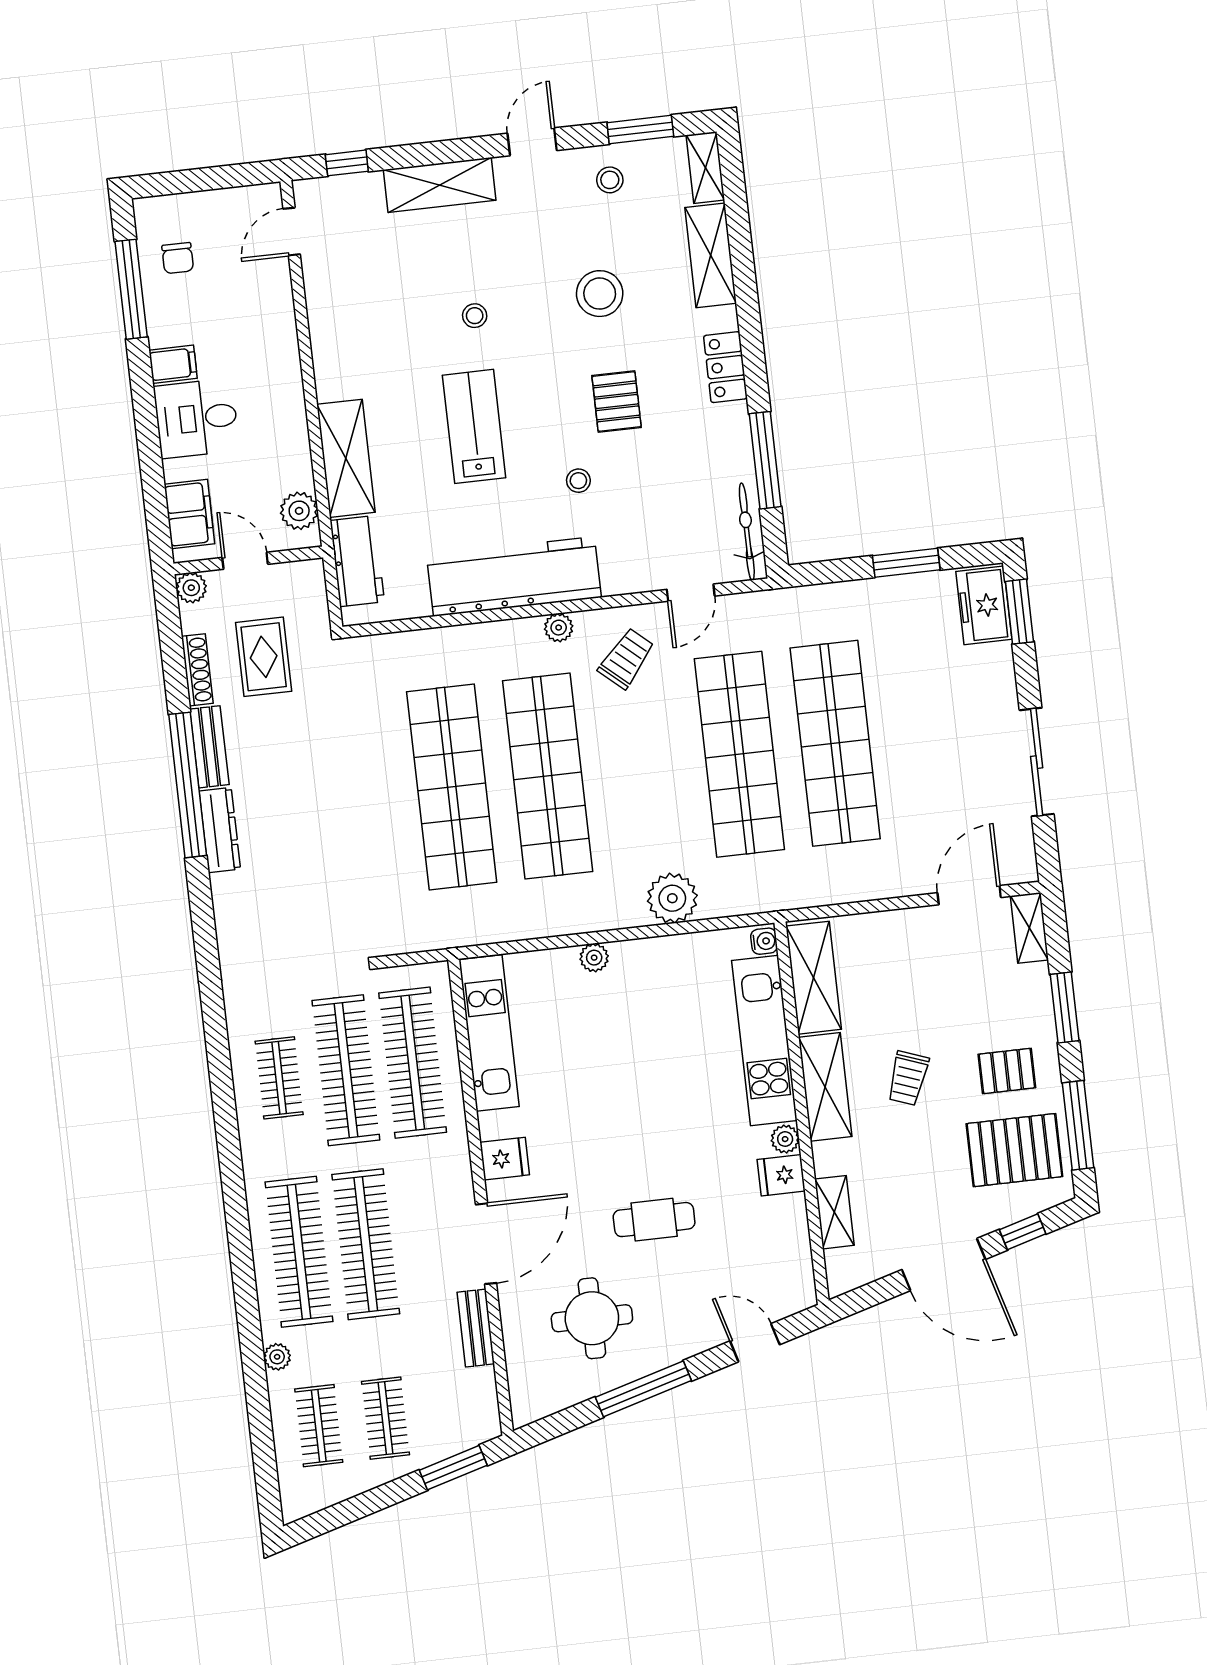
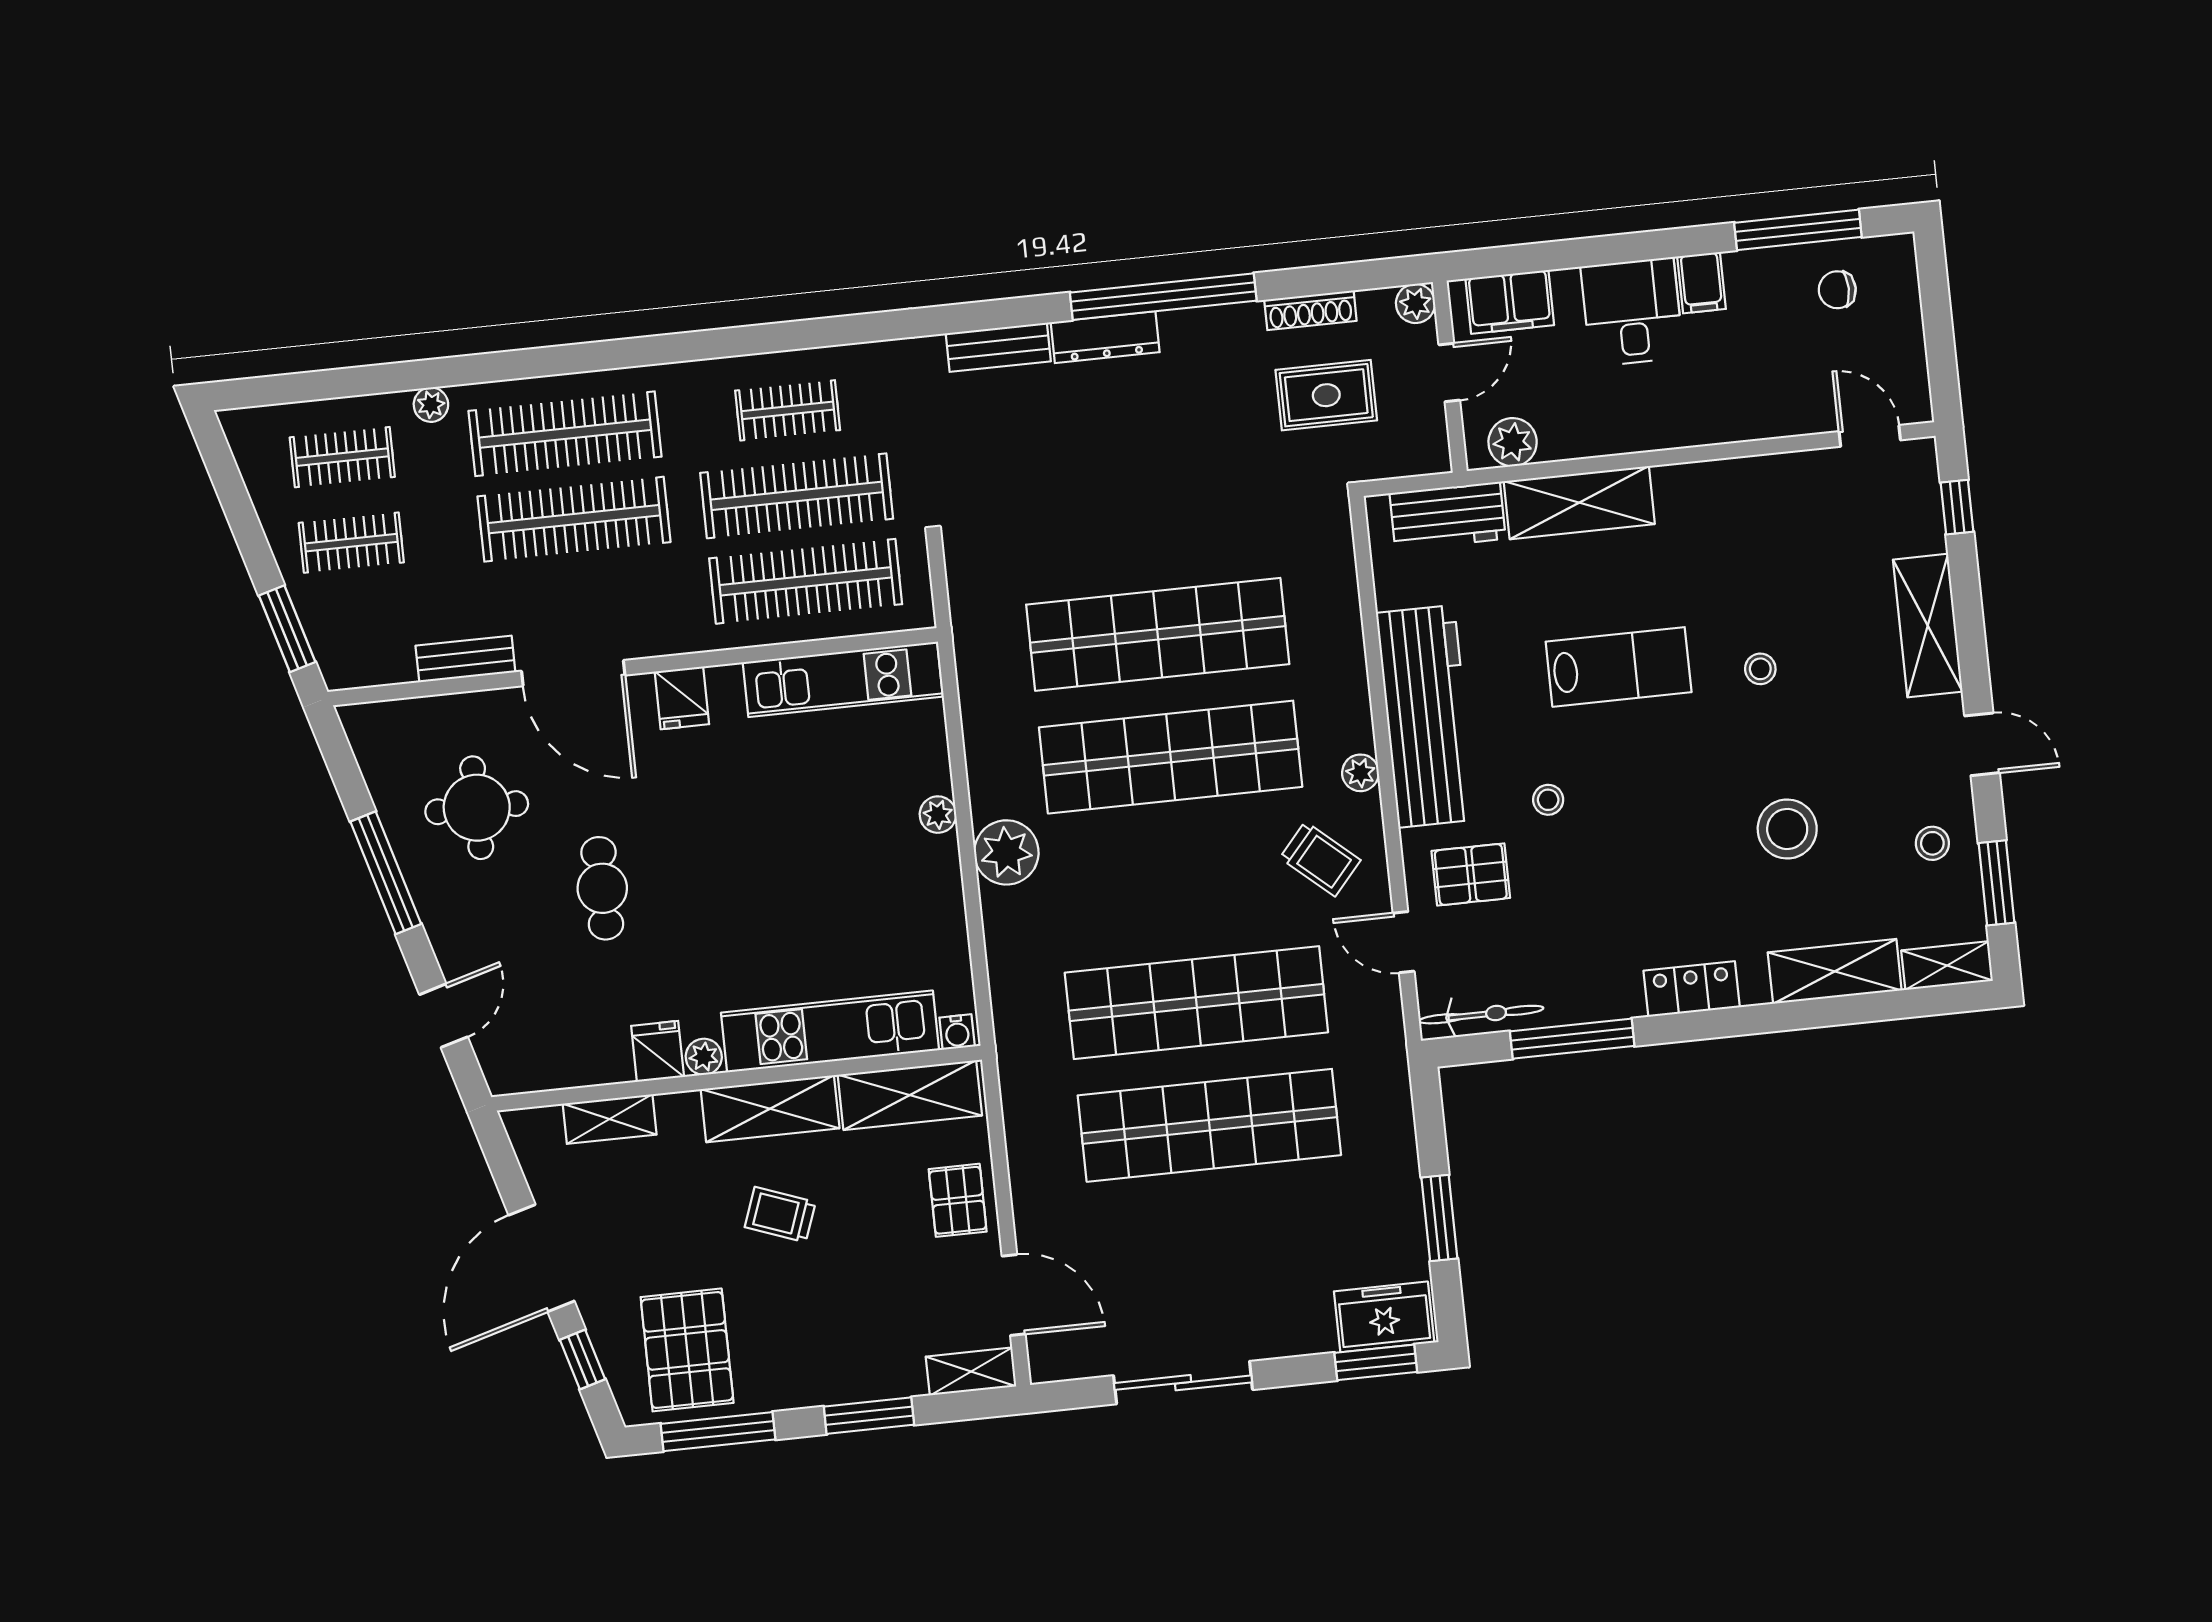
pallet: (617, 401) -> (1471, 874), moved
bench: (209, 747) -> (998, 347), moved
plant: (672, 898) -> (1006, 852), moved
pallet: (1007, 1071) -> (958, 1200), moved

